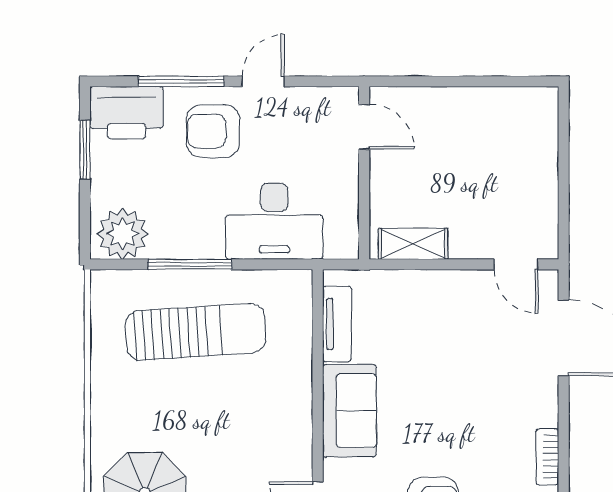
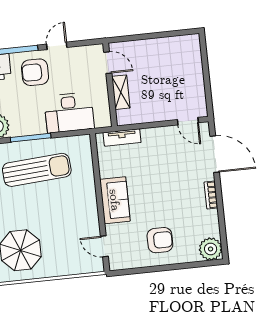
shelving: (413, 244) -> (121, 92), moved, turned 90
tv unit: (337, 324) -> (122, 138), moved, turned 90
bookcase: (547, 457) -> (211, 195), moved

